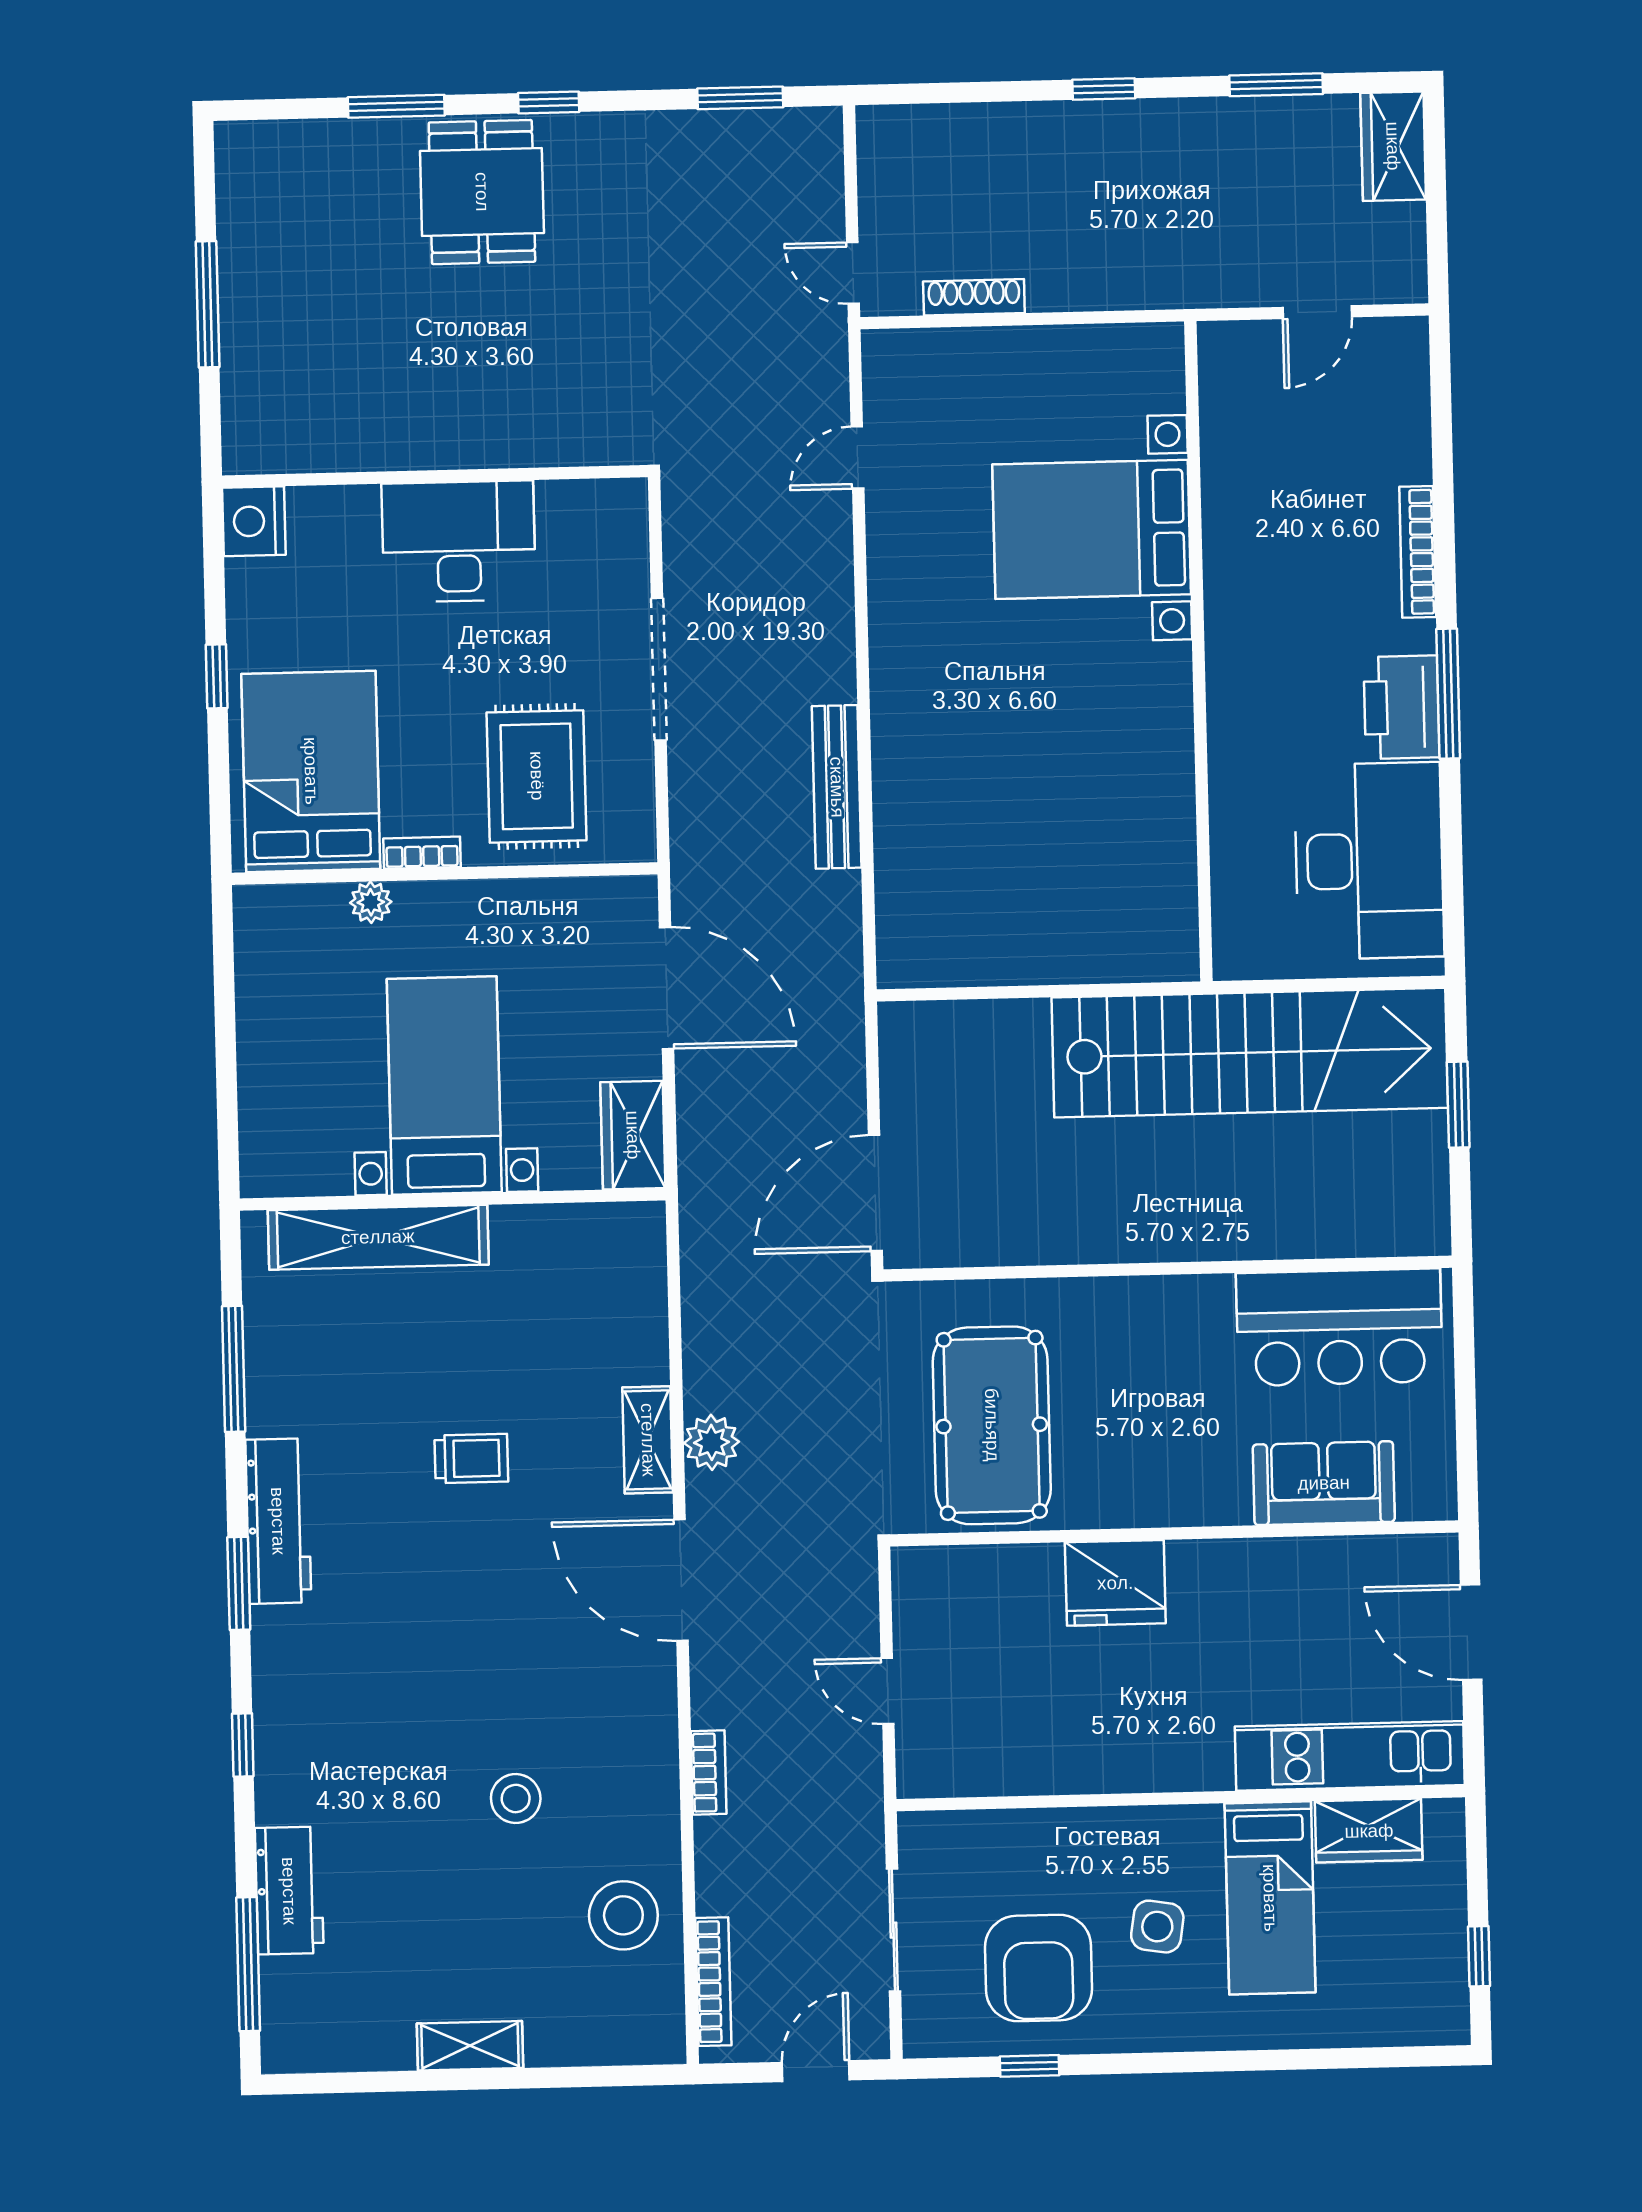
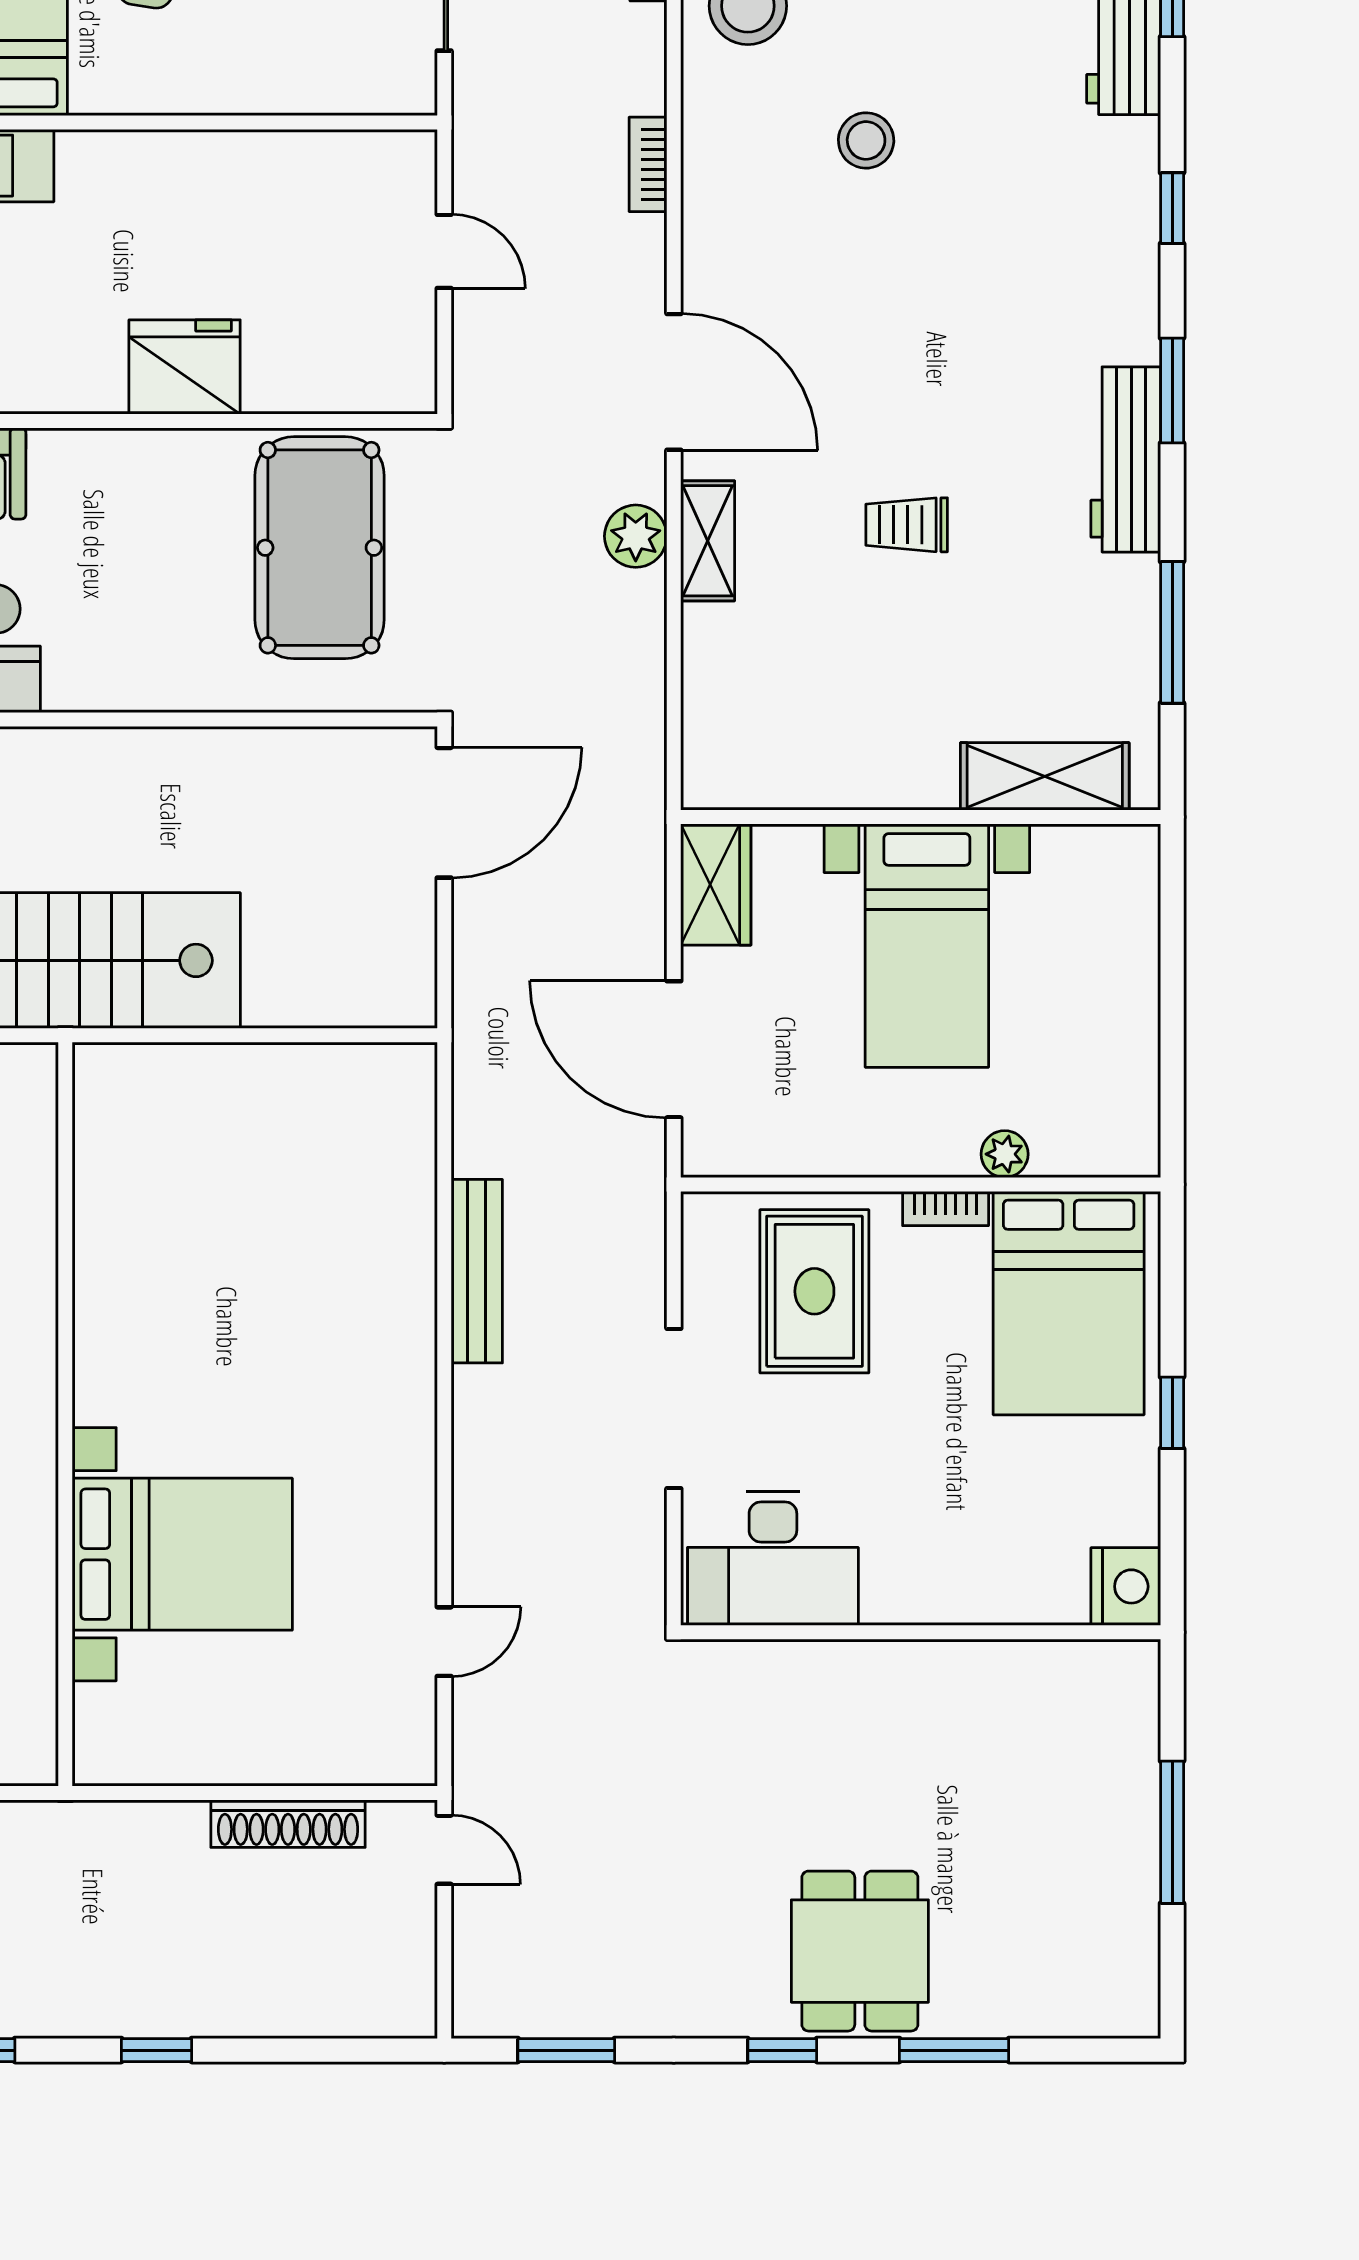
shoe rack: (974, 297) -> (288, 1824), width x1.36, depth x1.24
desk: (459, 541) -> (773, 1558), moved
shelving: (378, 1237) -> (1045, 776), width x0.68

